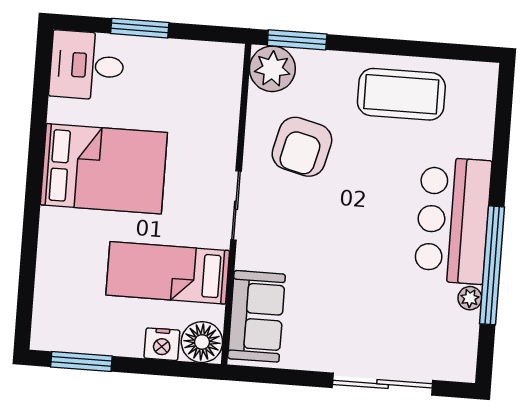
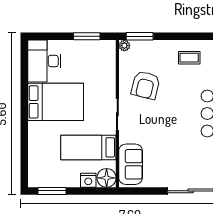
window: (140, 28) -> (87, 36), moved
desk: (87, 65) -> (44, 61), width x1.37
plant: (272, 69) -> (124, 46), width x0.53, depth x0.53
coffee table: (401, 94) -> (189, 58), width x0.54, depth x0.58

